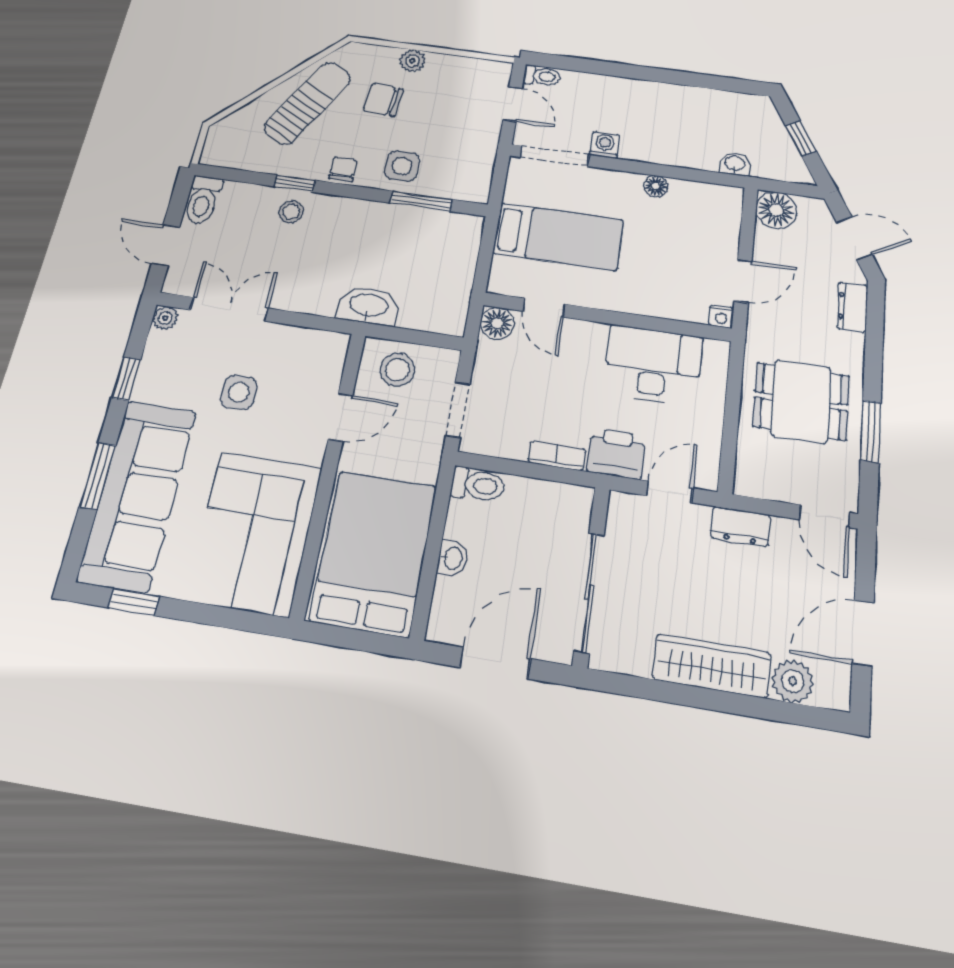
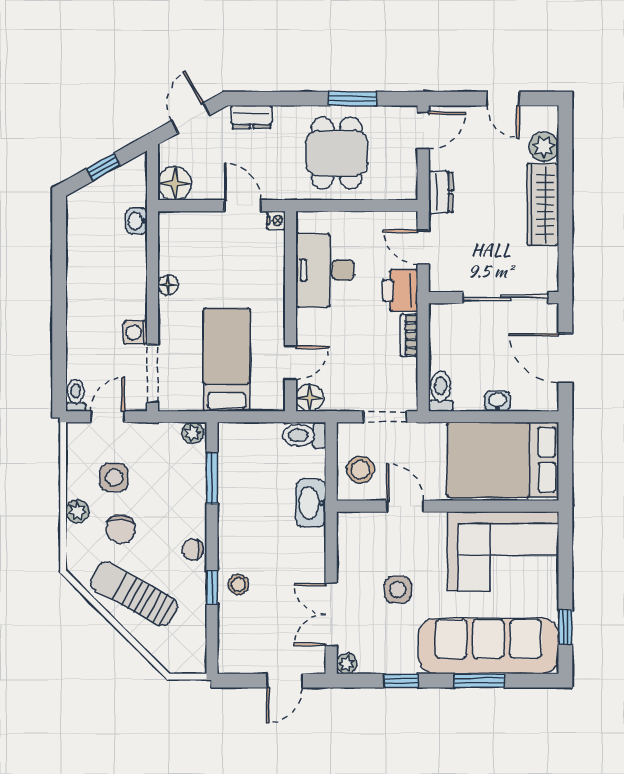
side table: (402, 166) -> (114, 477), moved
plant: (478, 188) -> (193, 433), added
toilet: (203, 200) -> (304, 435), moved, turned 180
door: (863, 633) -> (503, 99), width x0.73

